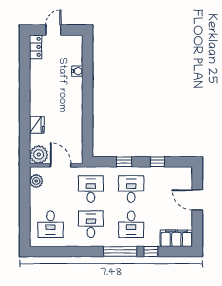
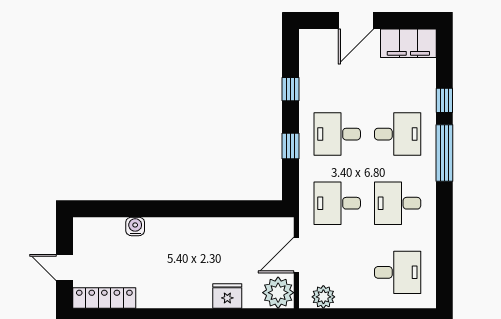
locker: (36, 47) -> (104, 298), width x1.53
filing cabinet: (176, 238) -> (408, 43), moved, turned -90

